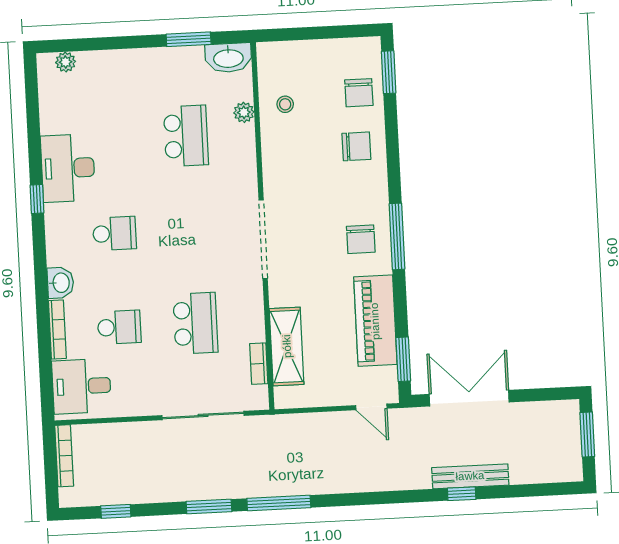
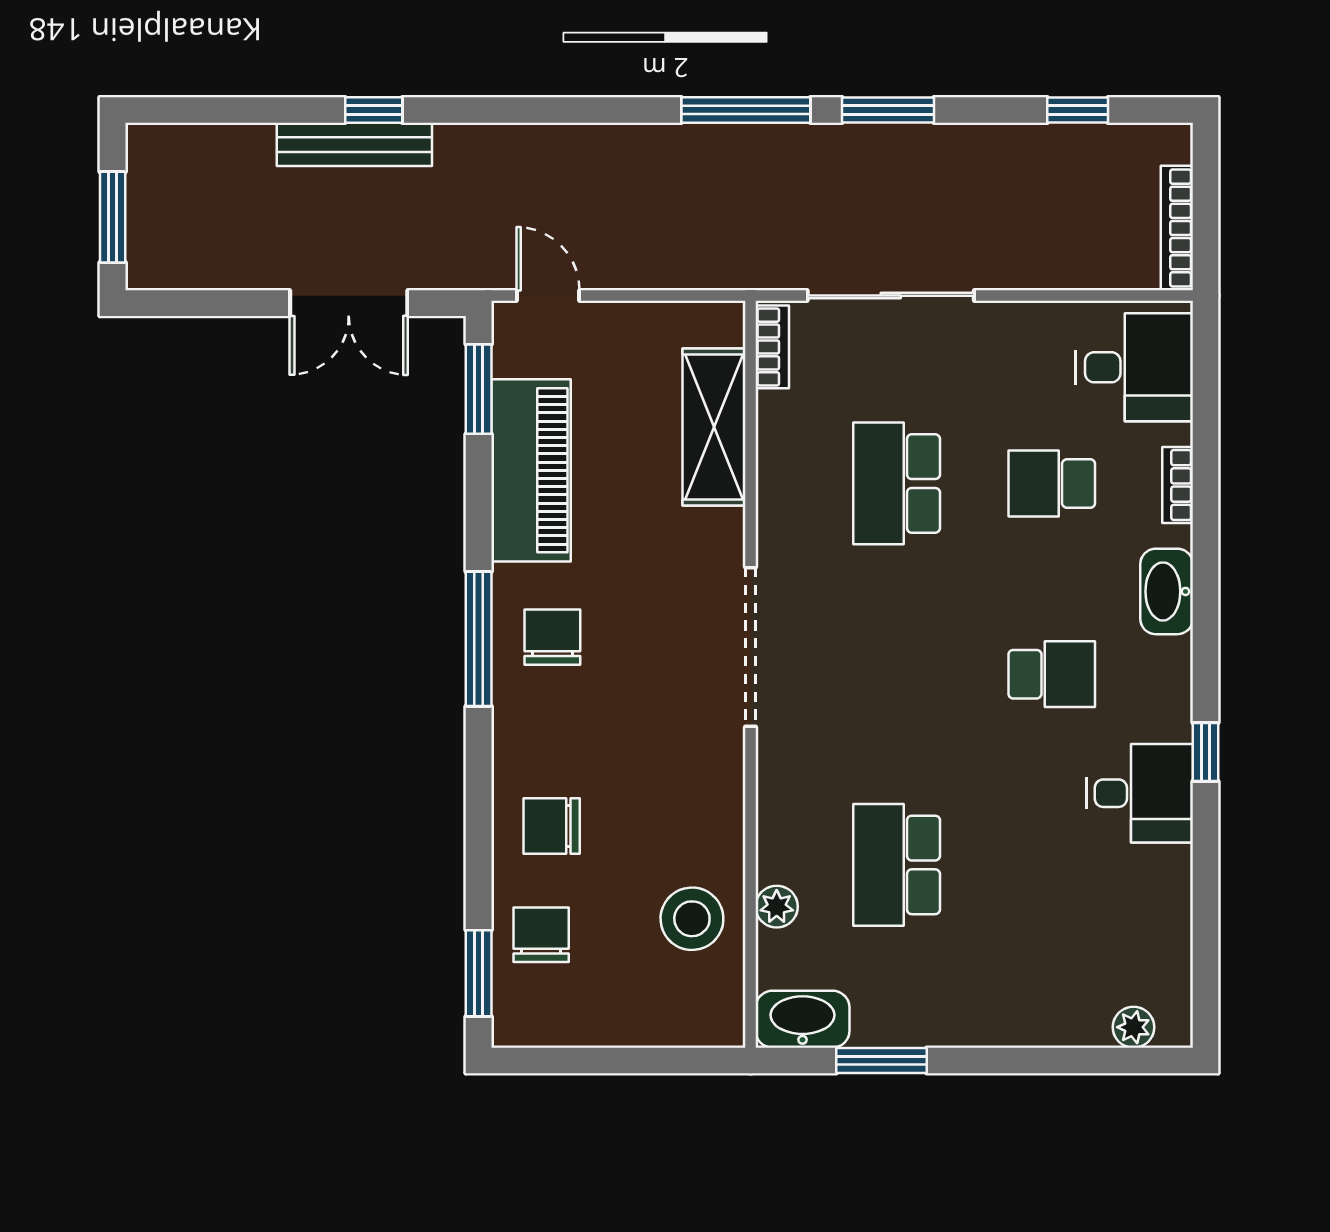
stool: (285, 104) -> (692, 919), width x1.89, depth x1.89
desk: (68, 168) -> (1140, 793), width x0.73
school desk: (114, 233) -> (1052, 674), turned 180
washbasin: (60, 283) -> (1167, 591), width x1.38
bookcase: (57, 329) -> (1178, 485), width x0.64
bookcase: (259, 364) -> (772, 347), moved
double door: (469, 398) -> (349, 303), width x0.73

